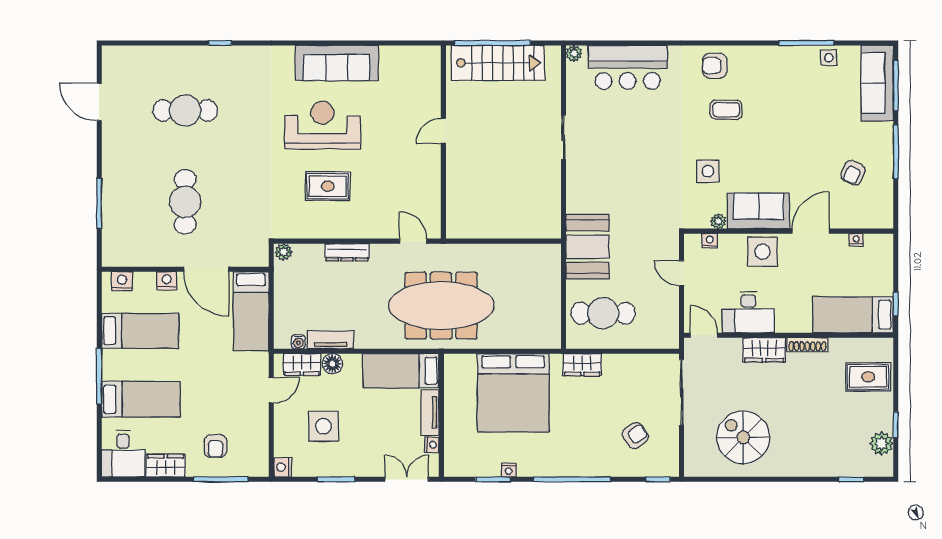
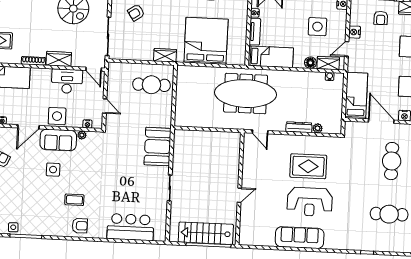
plant: (574, 53) -> (161, 237), removed
side table: (708, 171) -> (53, 170), moved
rug: (328, 186) -> (308, 166), width x1.36, depth x1.43
booth: (588, 247) -> (158, 147), moved
plant: (284, 252) -> (318, 128), moved
tv unit: (331, 340) -> (311, 77), removed
nightstand: (259, 420) -> (355, 32), added
armchair: (215, 446) -> (381, 18), turned 180

